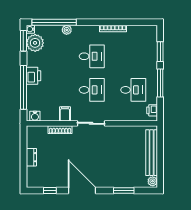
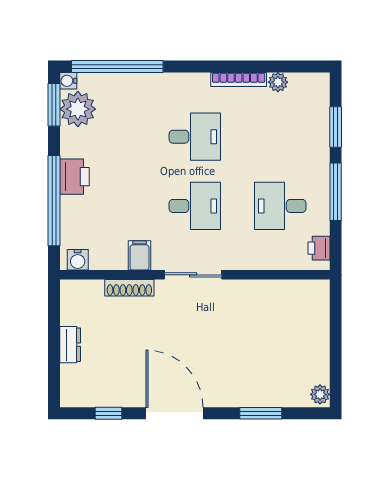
plant: (67, 30) -> (278, 82), moved
desk: (133, 90) -> (280, 206), turned 180
bench: (152, 153) -> (318, 335), removed

